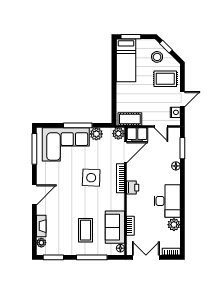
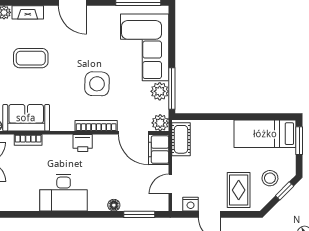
window: (78, 125) -> (172, 89), moved
plant: (174, 225) -> (30, 202), removed
coffee table: (85, 230) -> (31, 58), moved

